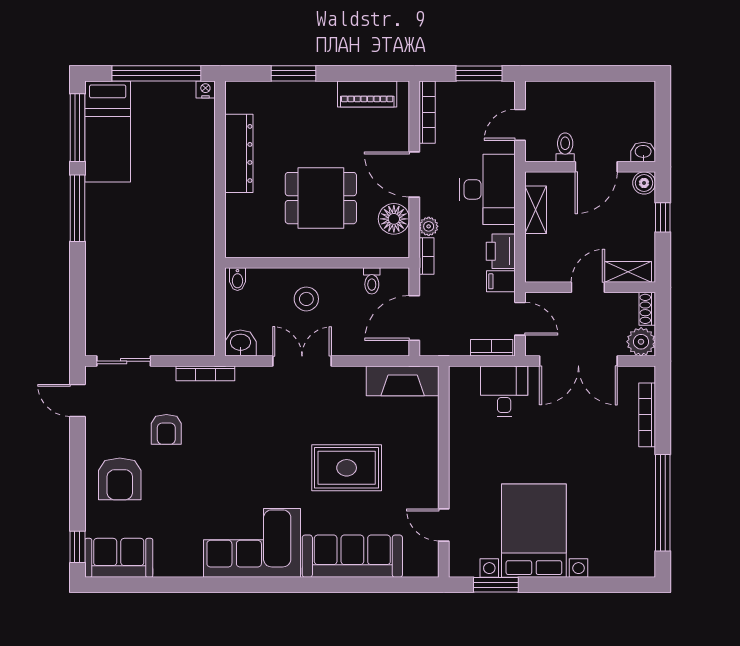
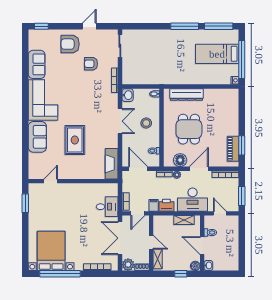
window: (293, 73) -> (242, 145), moved
bed: (108, 131) -> (217, 54), moved
dresser: (239, 153) -> (187, 94), moved
door: (77, 400) -> (89, 26), moved
bed with nightstands: (534, 531) -> (51, 251), moved, turned -90
sofa: (352, 556) -> (37, 137), width x0.73
sofa: (119, 558) -> (37, 64), moved

